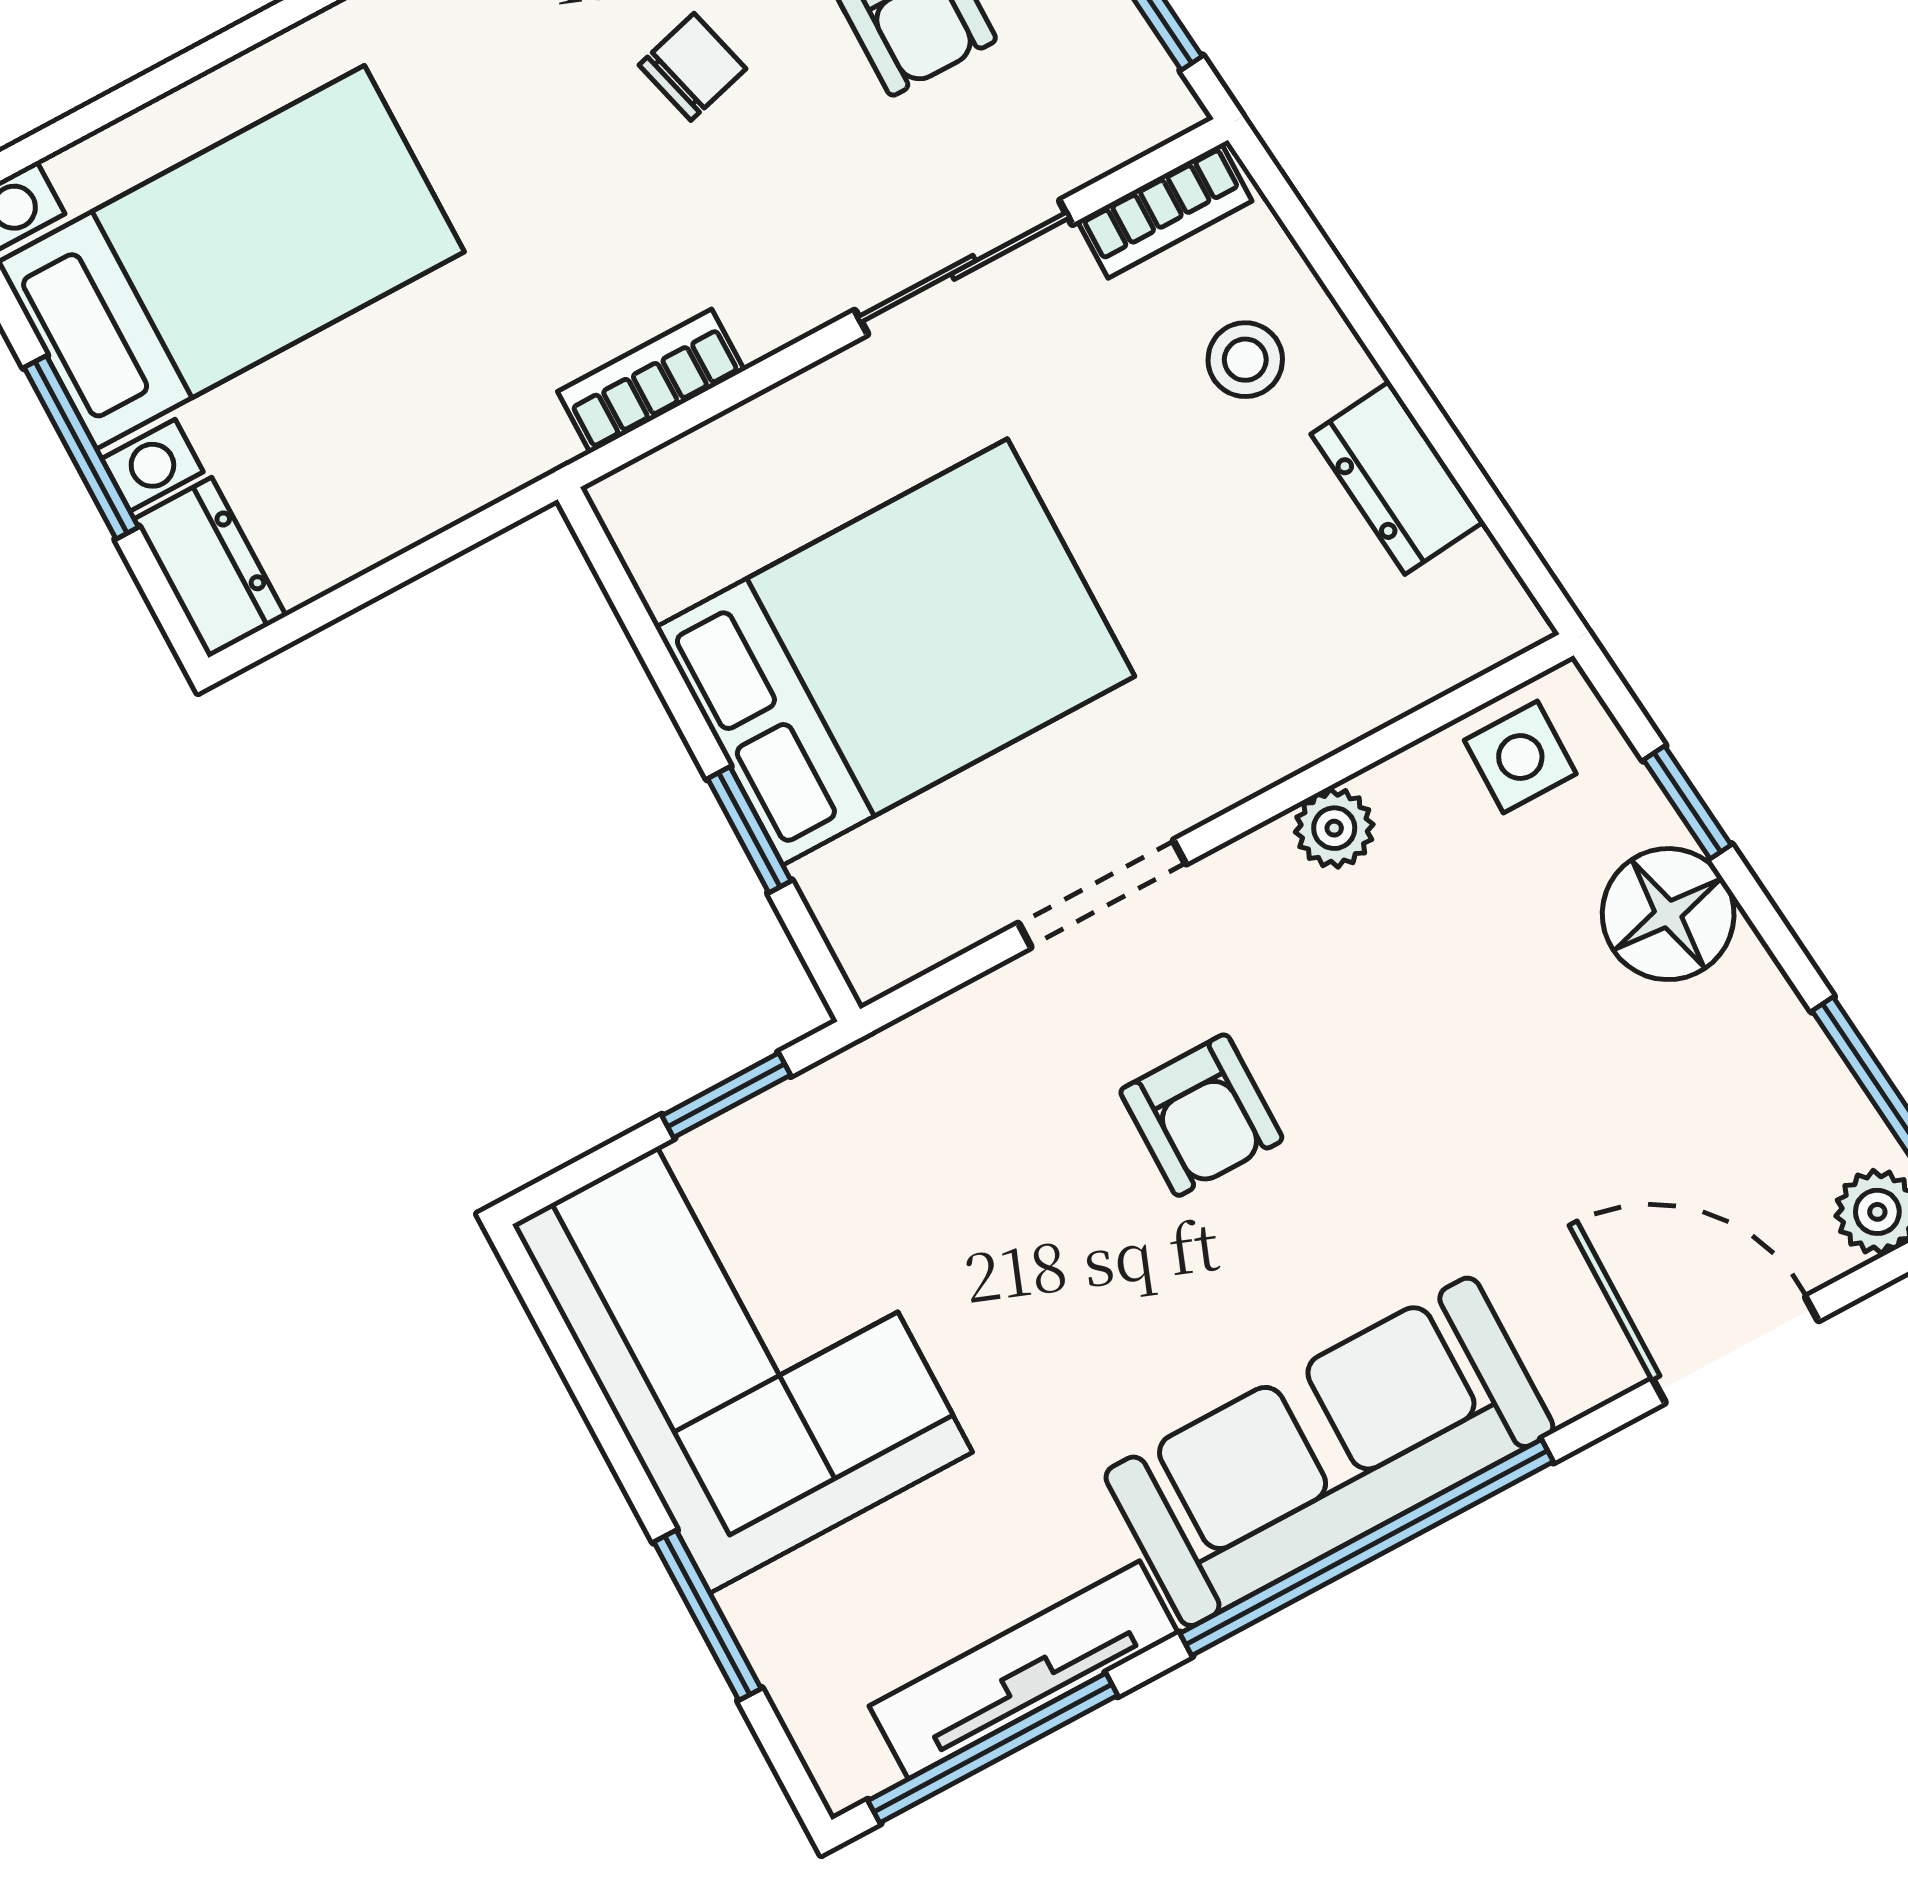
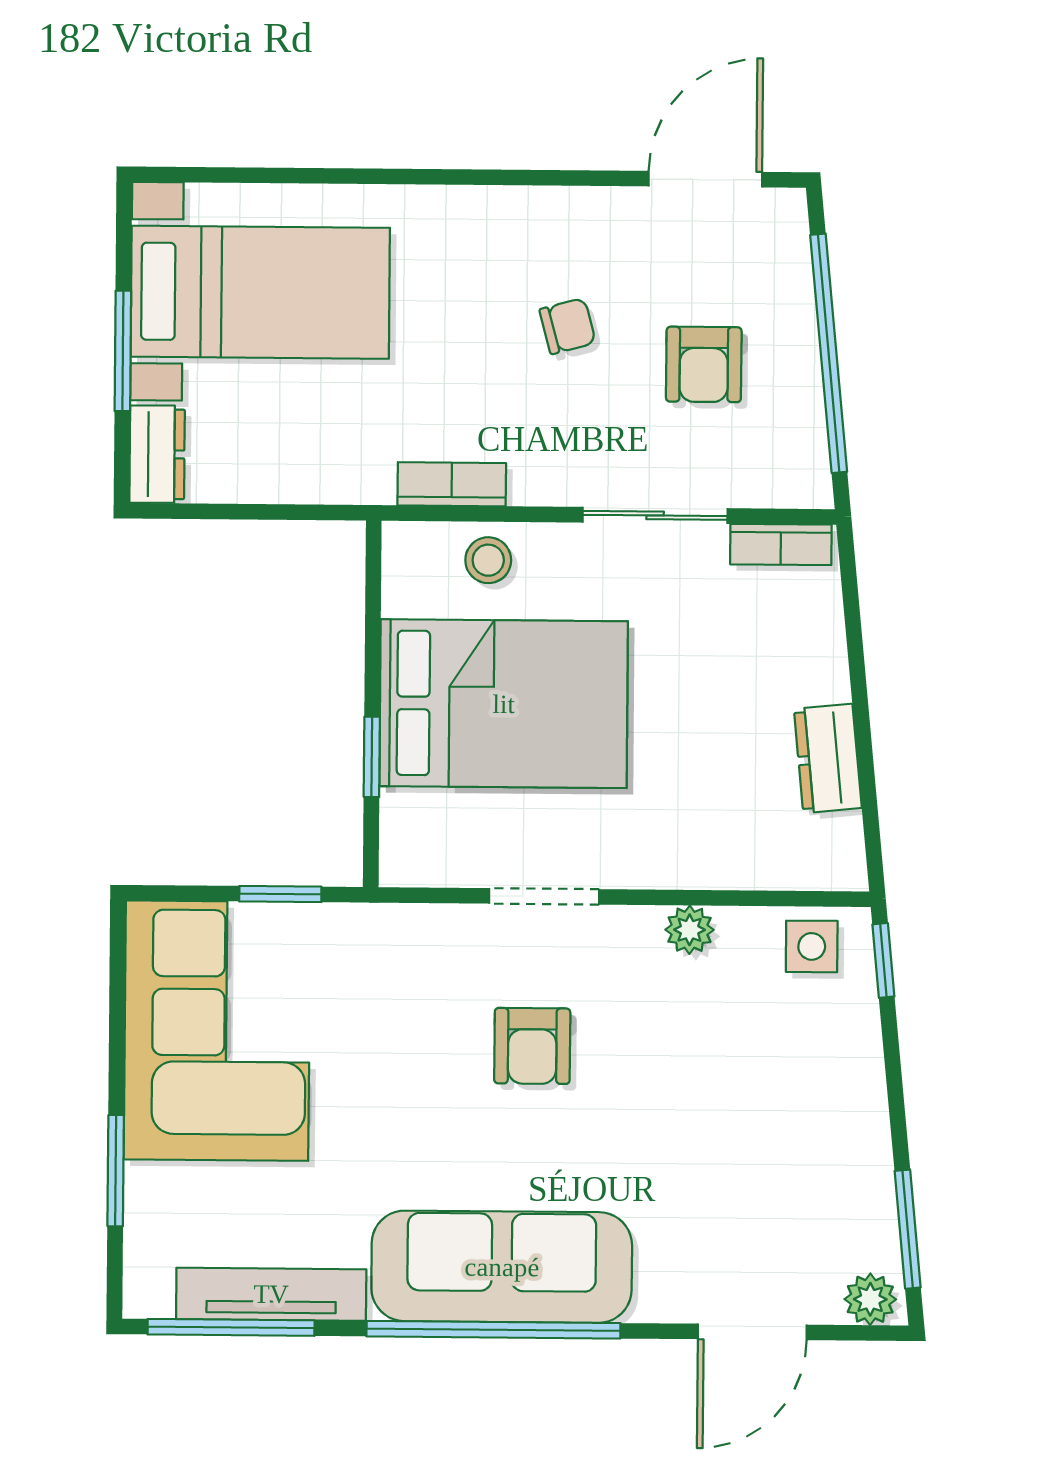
stool: (1245, 360) -> (488, 560), moved
window: (1687, 802) -> (883, 960), moved
floor lamp: (1668, 914) -> (845, 1076), removed
door: (1735, 1350) -> (752, 1332), swing flipped

